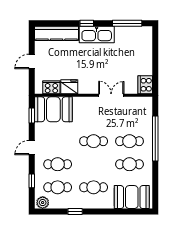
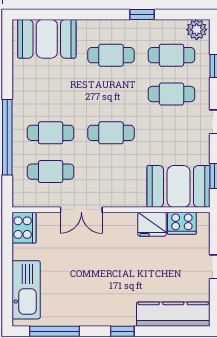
kitchen sink: (97, 34) -> (26, 290), moved, turned 90
cafe table: (129, 164) -> (51, 172), moved

